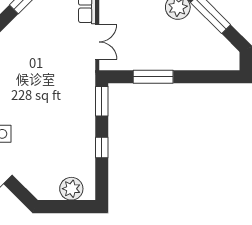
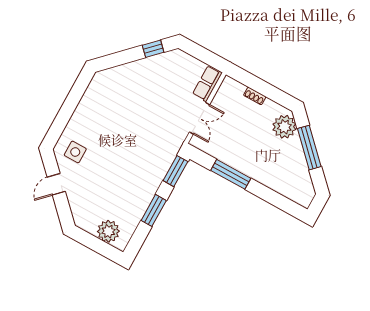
window: (102, 148) -> (154, 210), width x1.50

